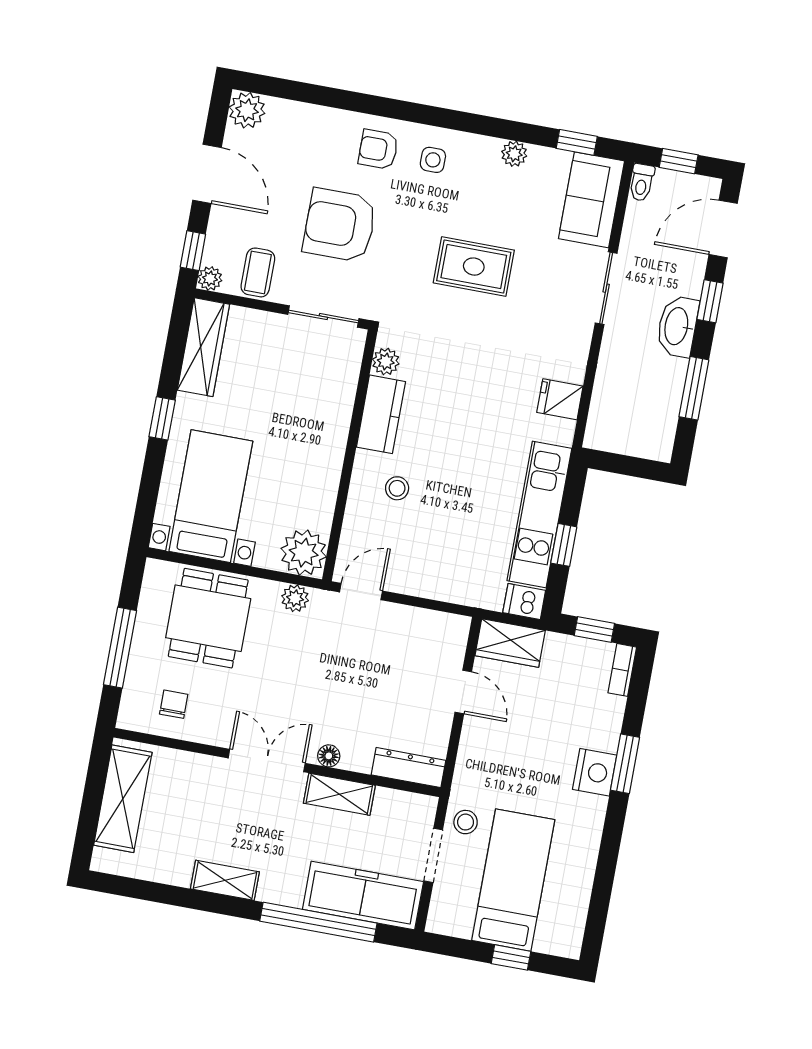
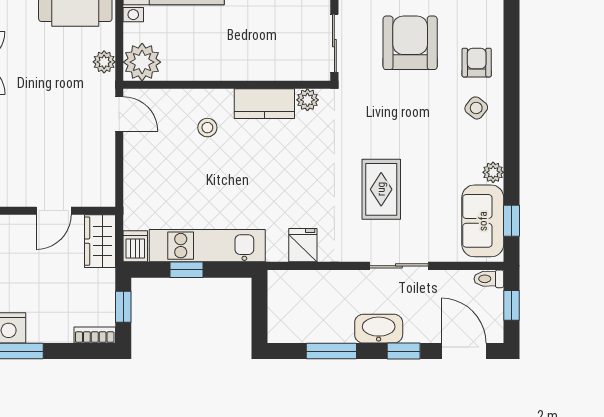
side table: (433, 160) -> (476, 108), turned 38
sofa: (591, 200) -> (483, 221), moved, turned -90
rug: (474, 267) -> (381, 189), moved

